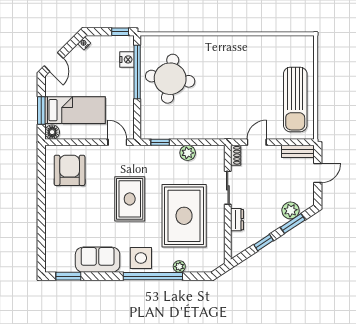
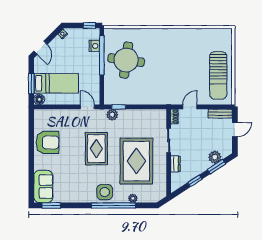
plant: (188, 153) -> (112, 115), moved
armchair: (70, 170) -> (47, 142), moved, turned 90
sofa: (98, 260) -> (43, 186), moved, turned 90

